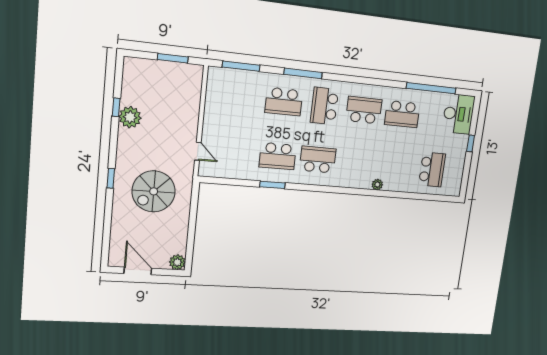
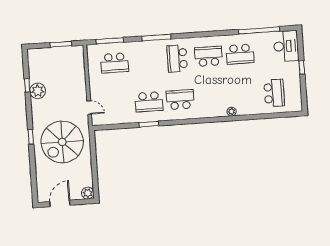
school desk: (284, 102) -> (115, 63), moved
spiral stairs: (154, 191) -> (62, 142), width x1.37, depth x1.37
door: (138, 271) -> (60, 203), hinge flipped

